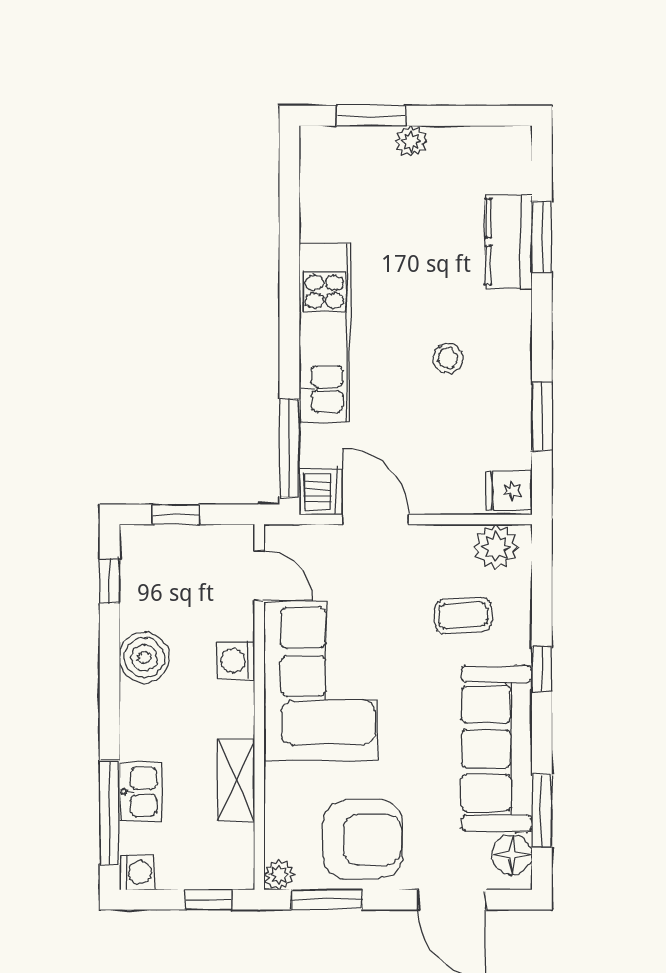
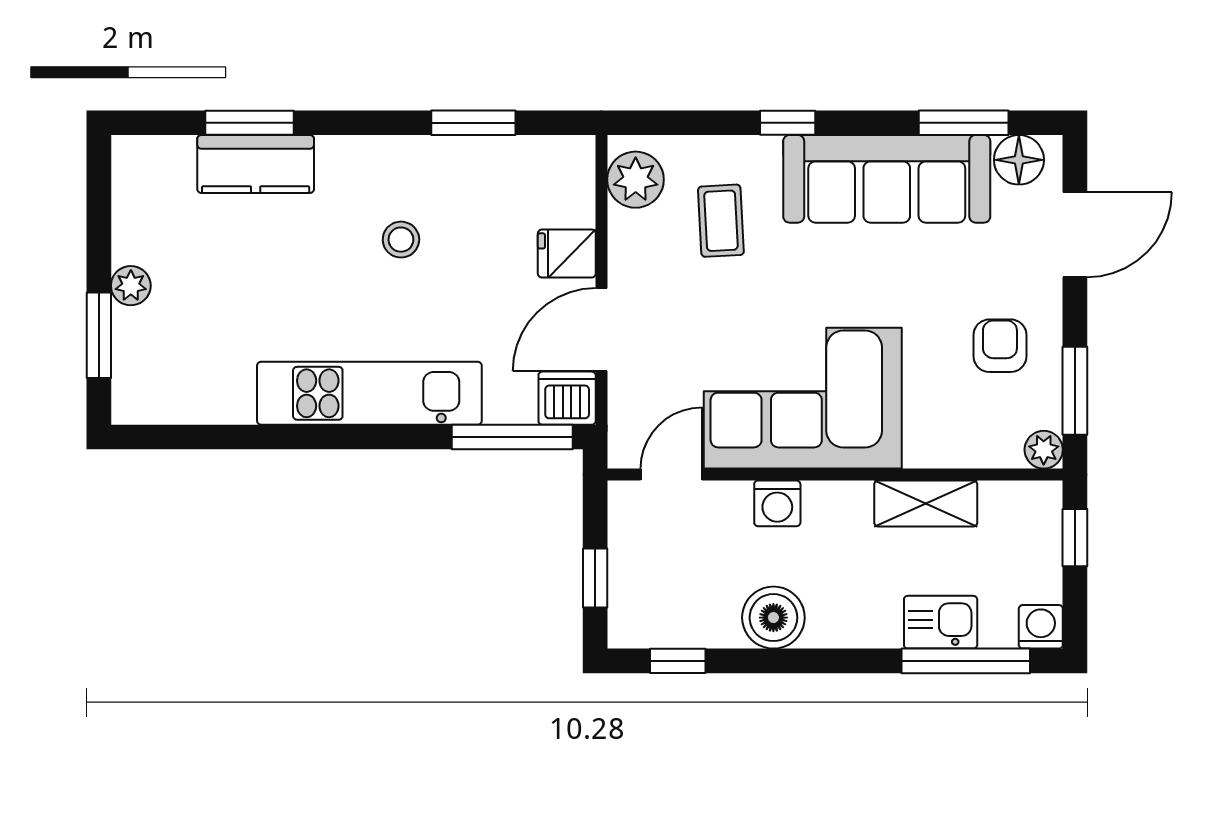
fridge: (509, 490) -> (567, 253), moved, turned 90
armchair: (363, 840) -> (1000, 346), width x0.53, depth x0.53

